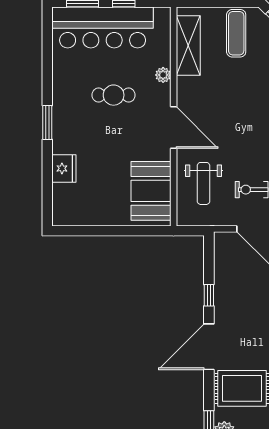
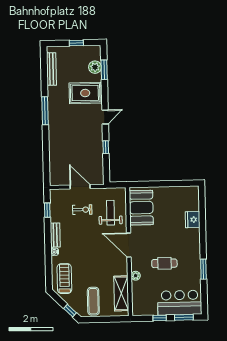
bar counter: (103, 27) -> (180, 303), width x0.73
window: (47, 122) -> (203, 269), moved
door: (209, 347) -> (105, 117), width x0.53

